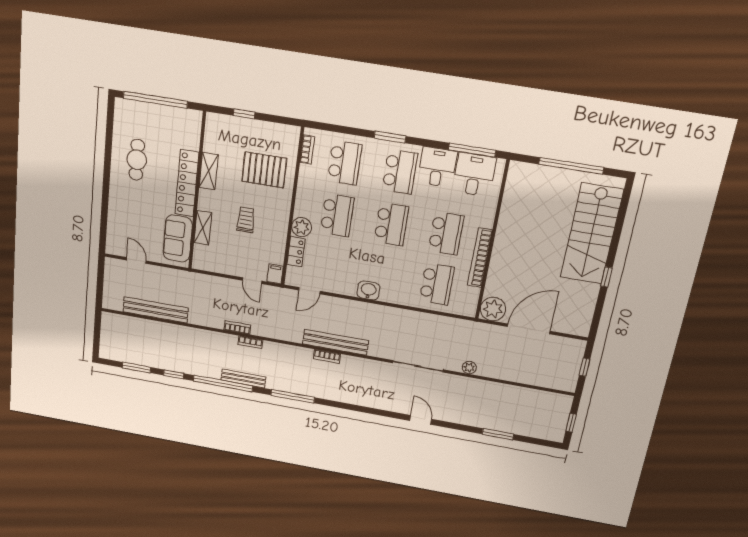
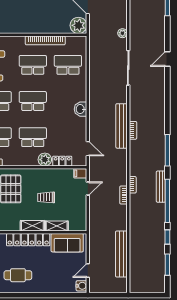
shelving: (209, 171) -> (32, 226), moved
water cooler: (115, 248) -> (81, 286), added

